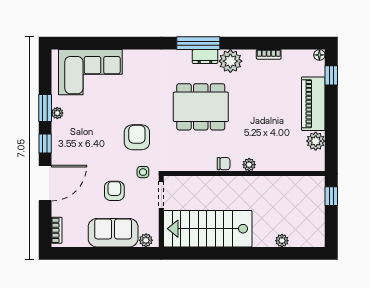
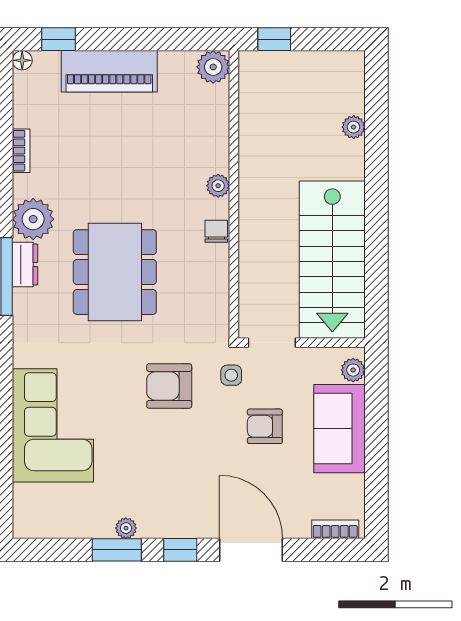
corner sofa: (90, 72) -> (53, 425), moved
plant: (316, 141) -> (213, 67), moved

